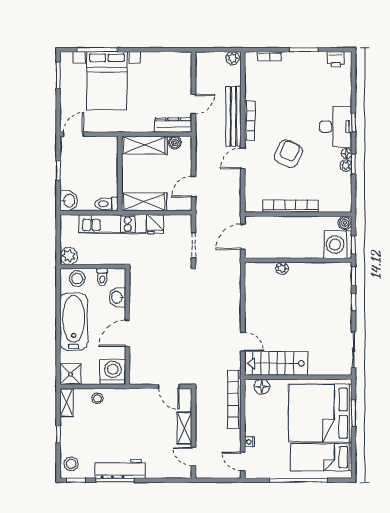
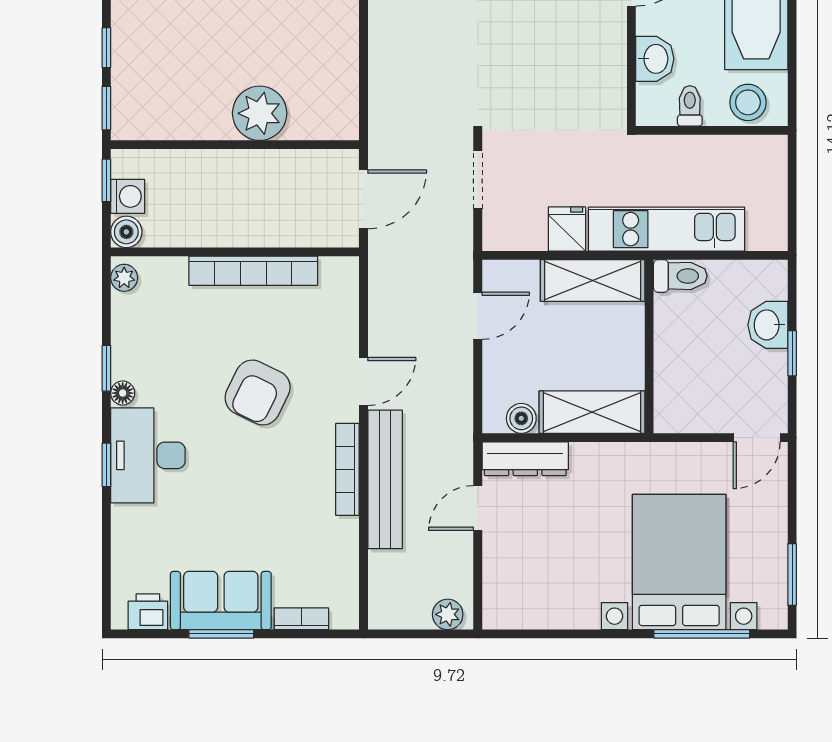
plant: (233, 58) -> (448, 614), moved
sofa: (304, 64) -> (221, 601), added
plant: (346, 166) -> (124, 278), moved
washbasin: (69, 201) -> (768, 325), moved
washing machine: (338, 245) -> (128, 196), width x0.53, depth x0.53
plant: (69, 256) -> (768, 155), removed
plant: (282, 268) -> (260, 113), width x1.88, depth x1.88

